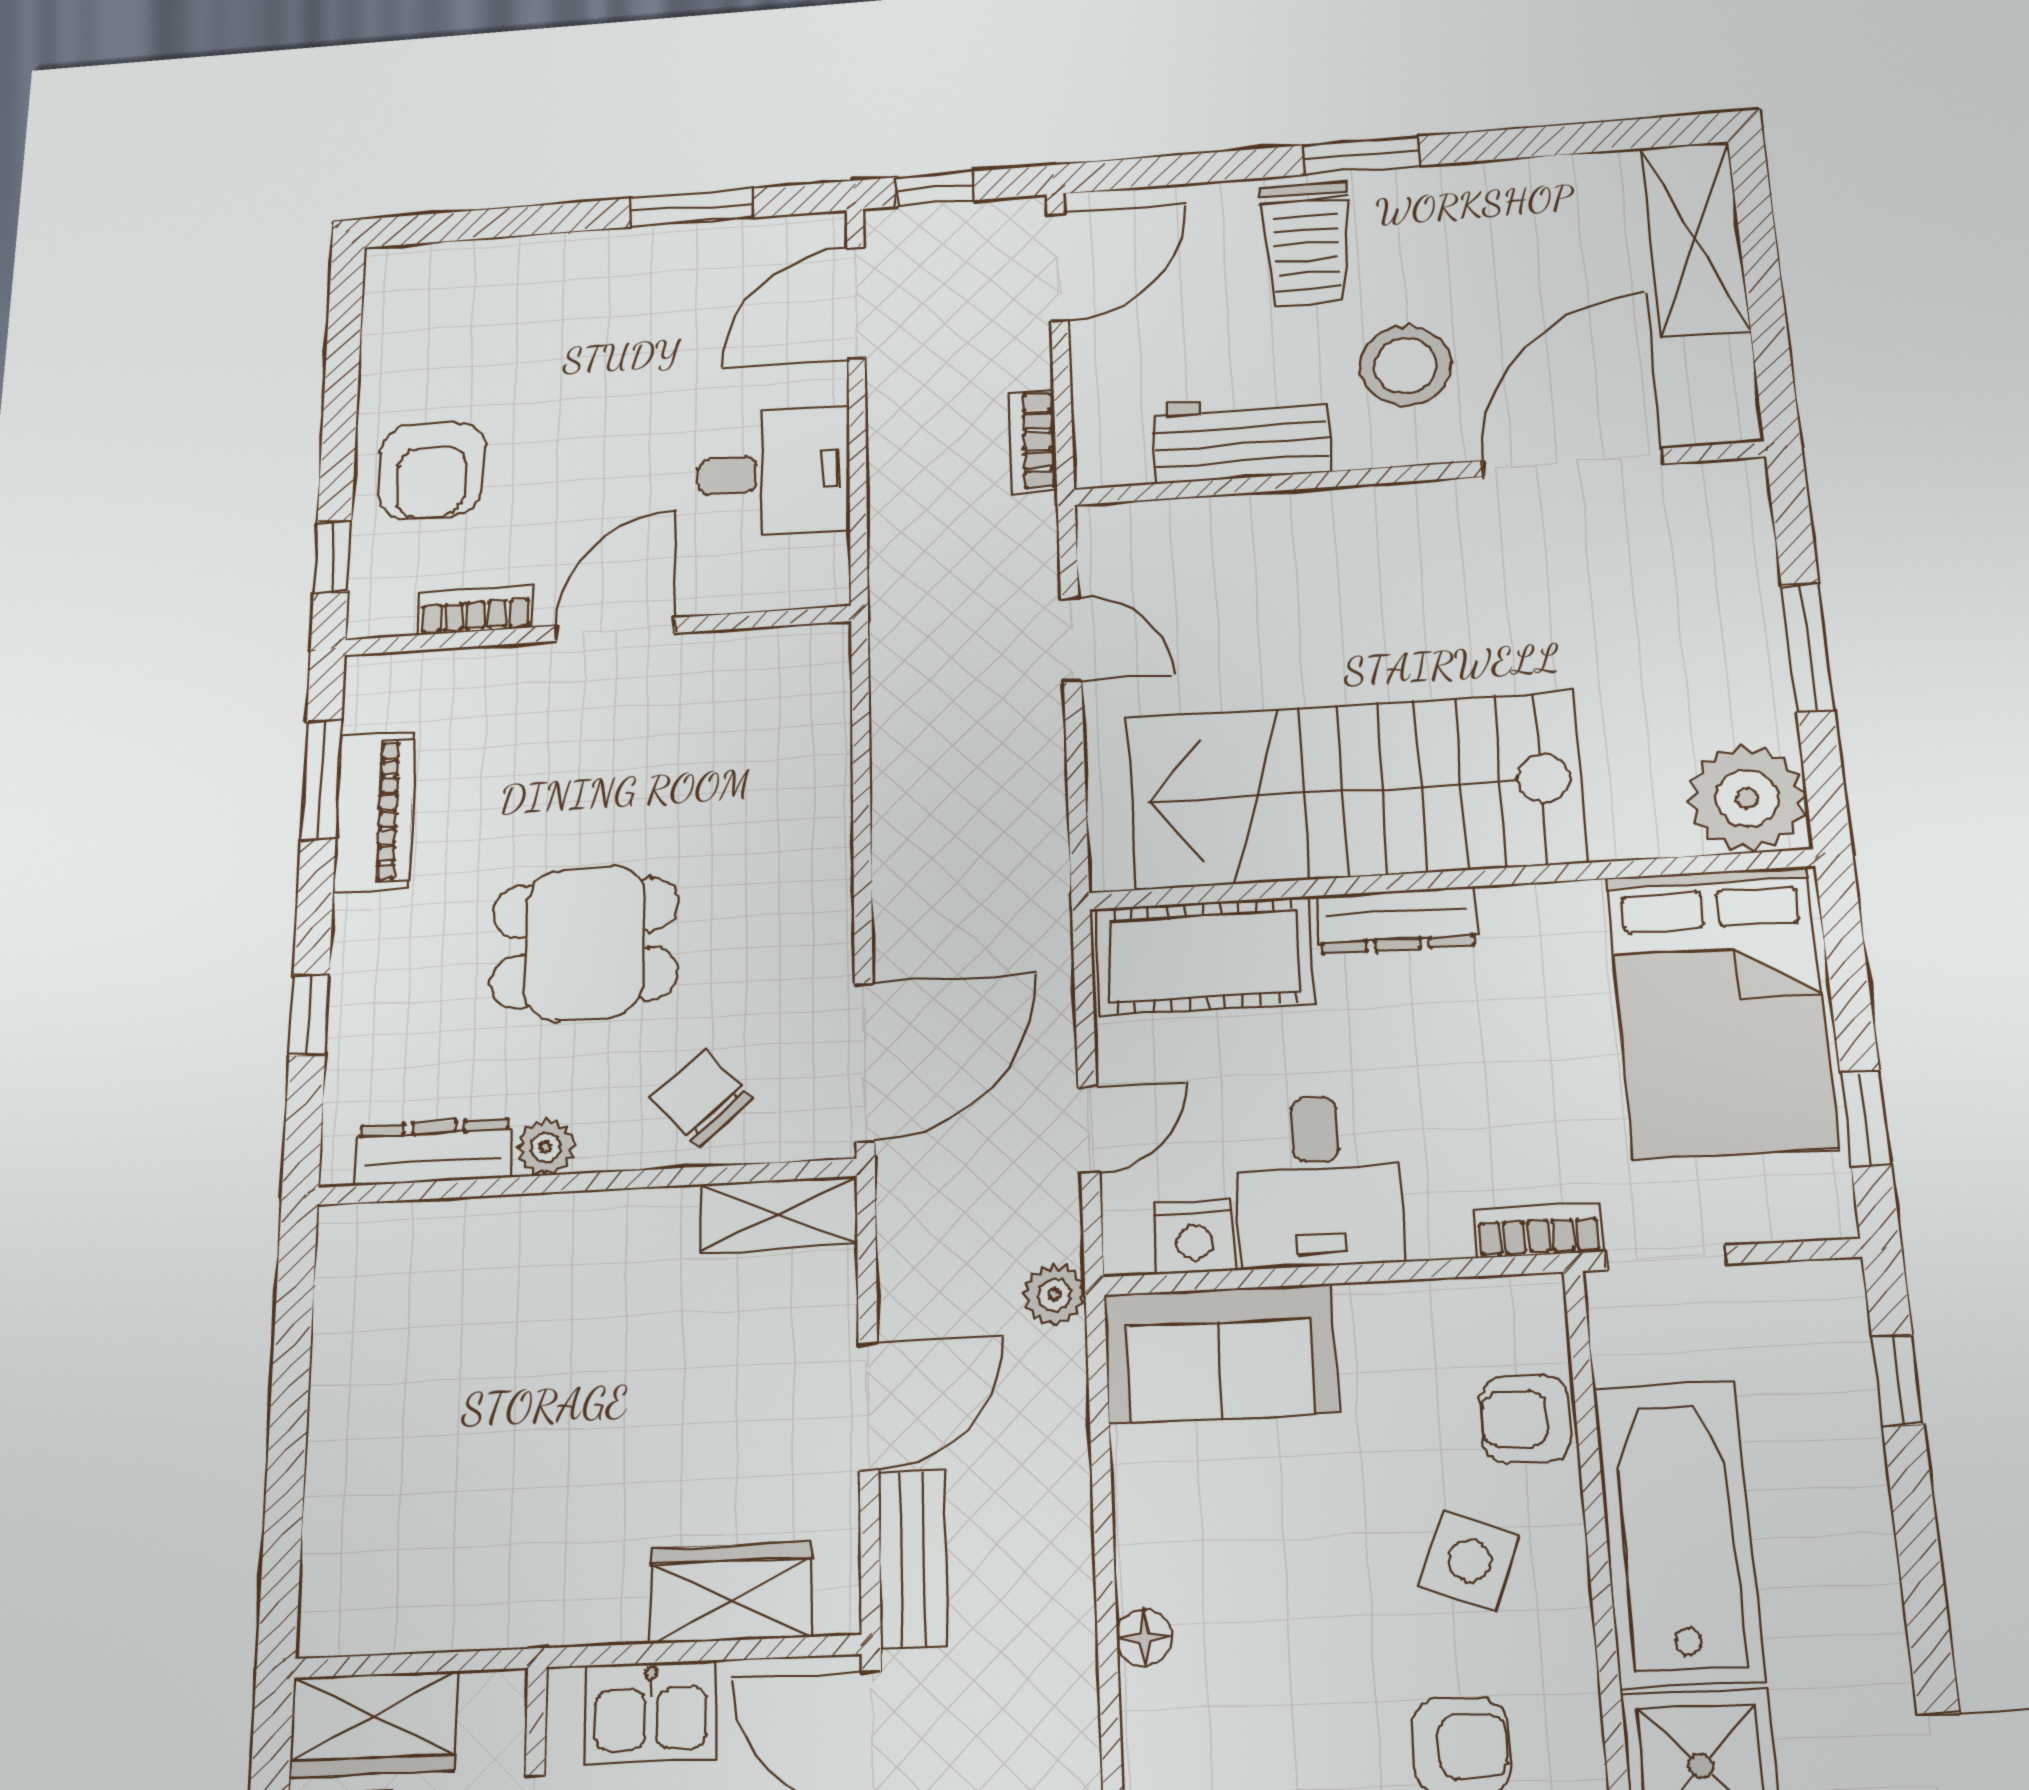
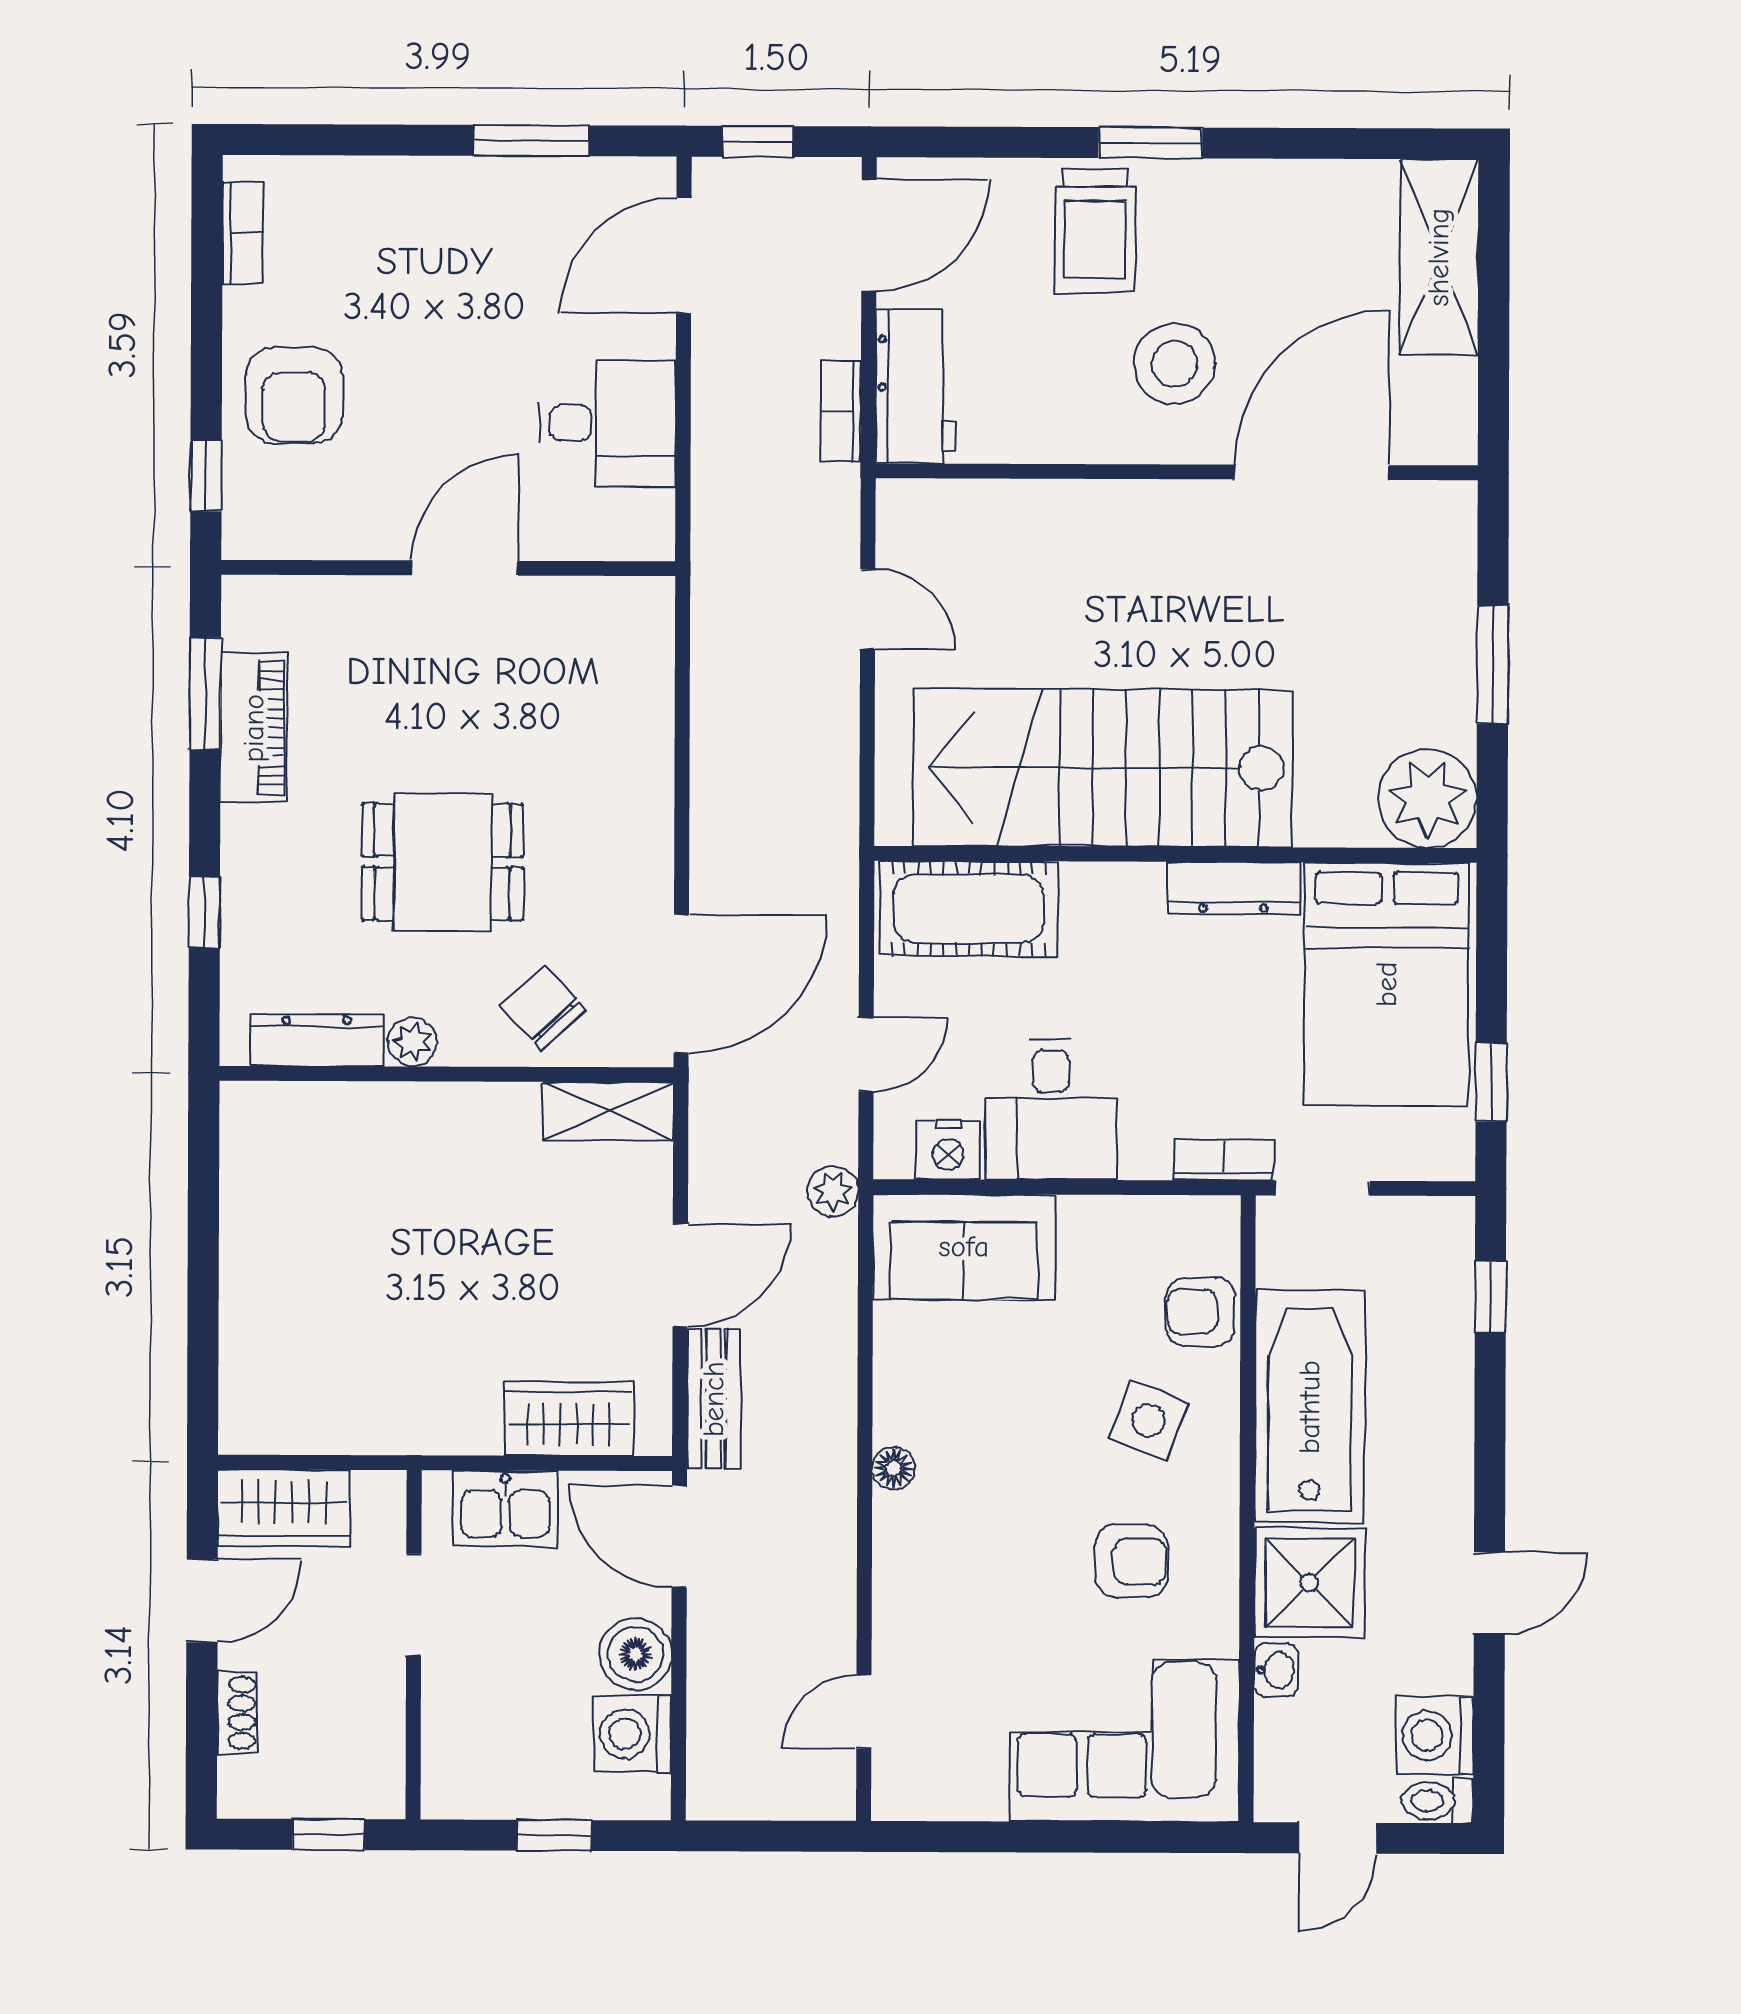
workbench: (1241, 438) -> (916, 386), moved, turned 90
bookcase: (475, 610) -> (243, 233), moved, turned 90
dresser: (1396, 920) -> (1233, 888), moved

